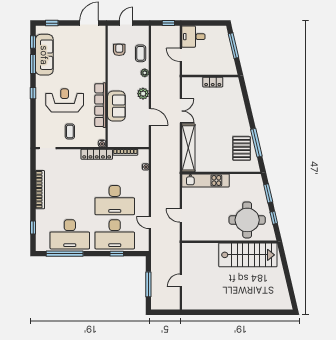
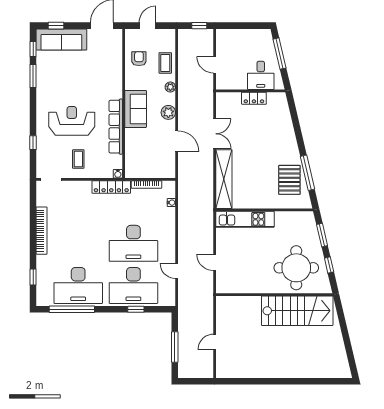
desk: (193, 37) -> (261, 75), moved, turned -90
sofa: (44, 55) -> (61, 39), moved, turned 90
window: (33, 93) -> (33, 143), moved
sofa: (116, 106) -> (136, 109), moved

